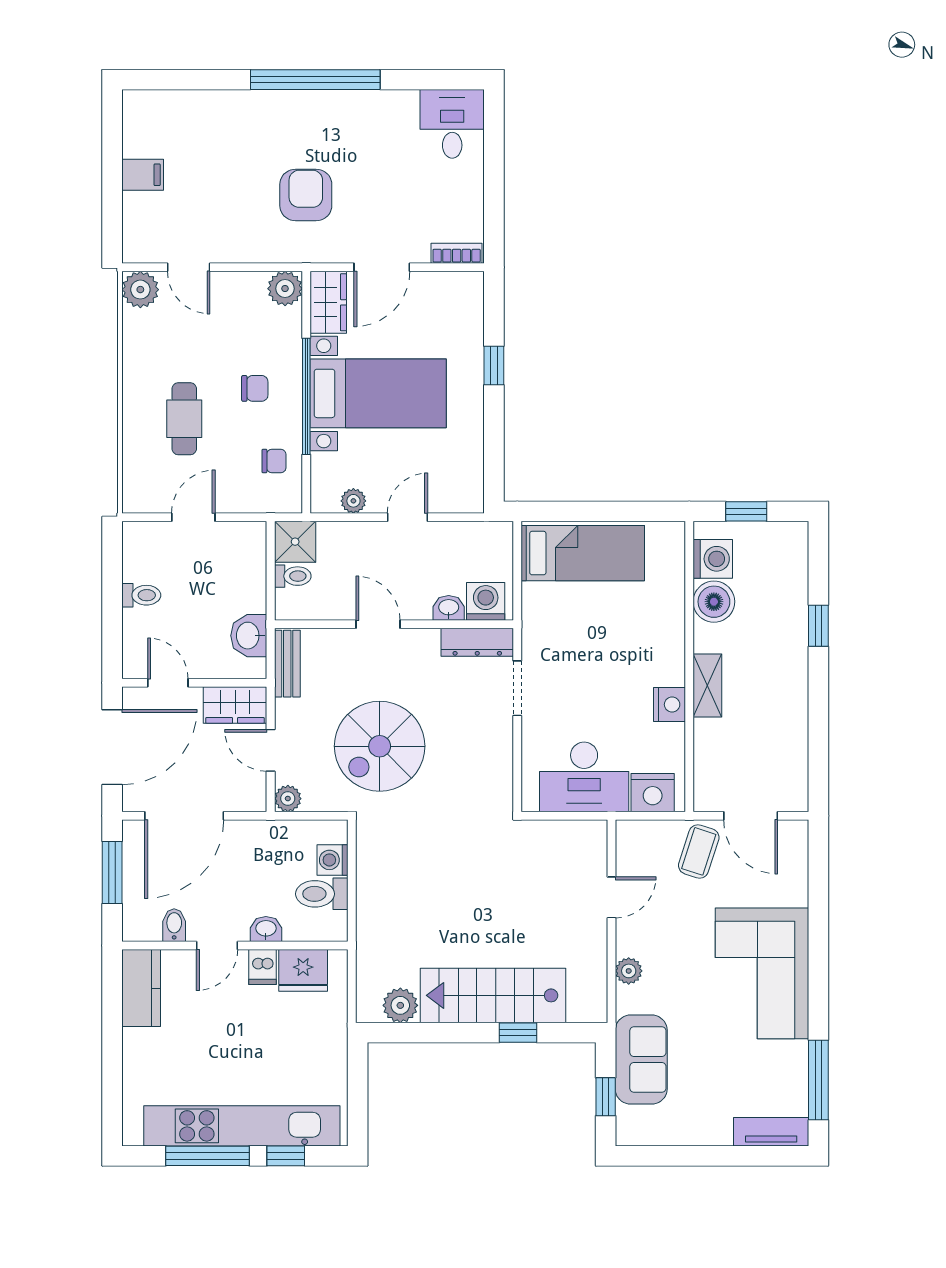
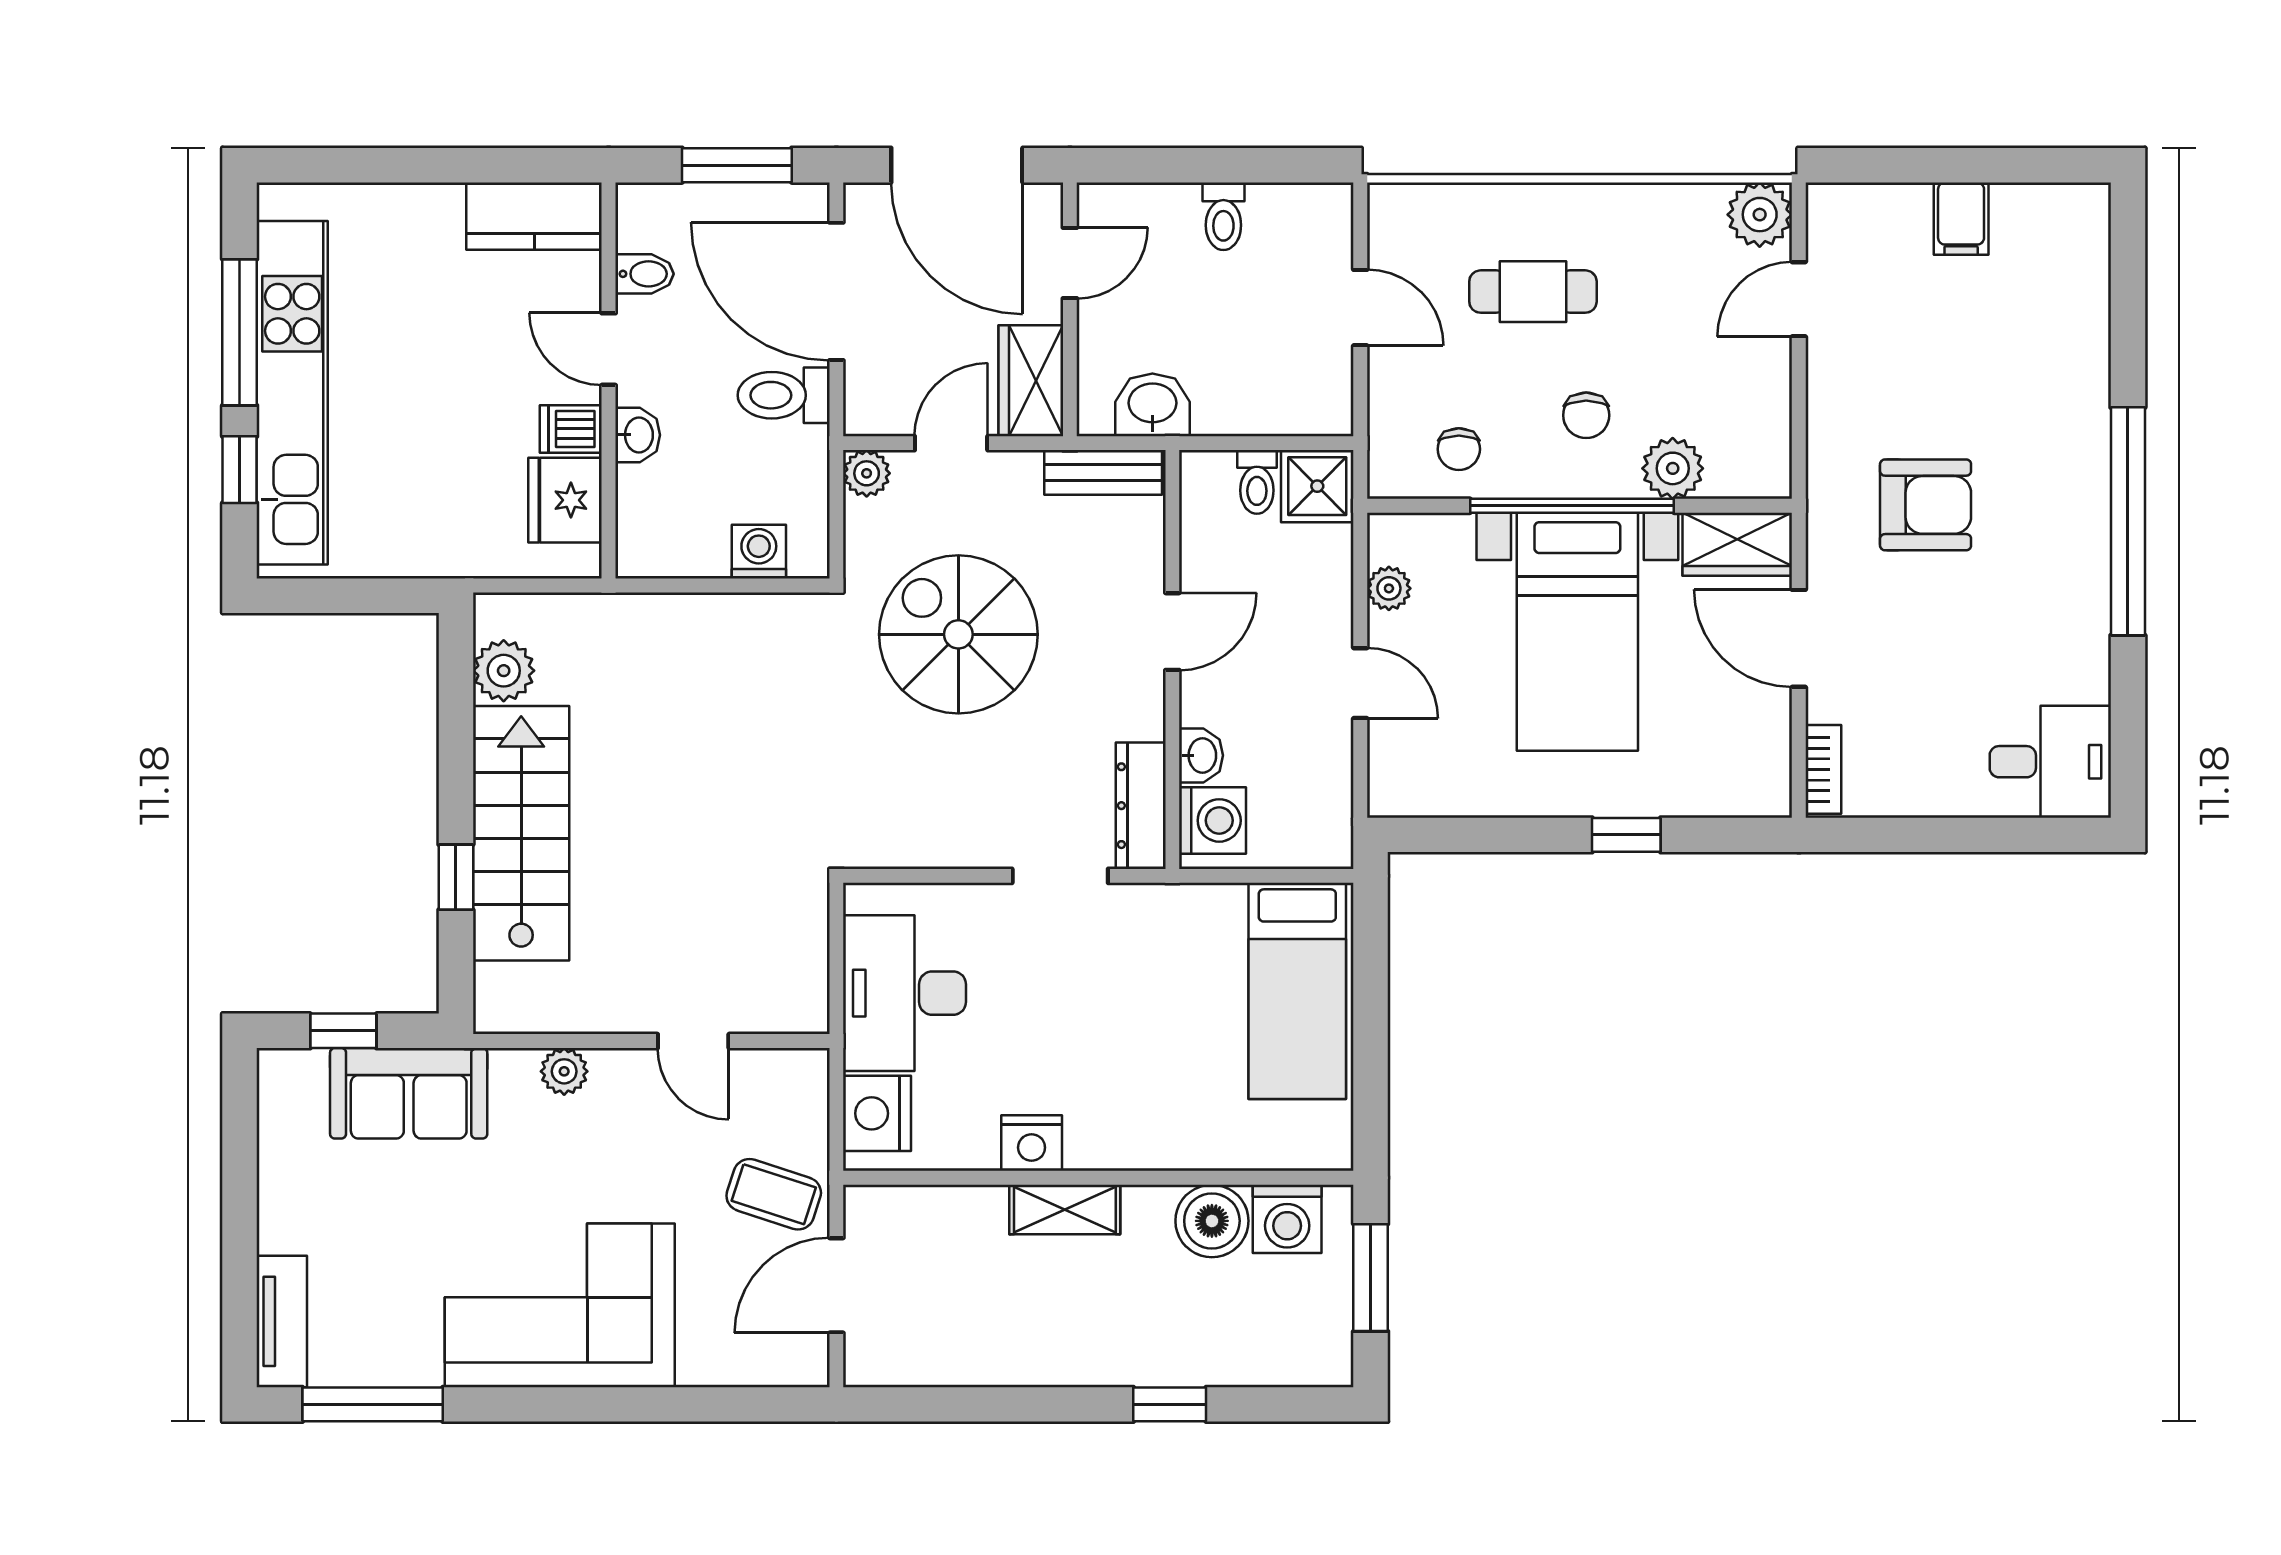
plant: (285, 289) -> (1673, 468), moved
window: (746, 511) -> (1371, 1278), width x1.50
toilet: (322, 894) -> (784, 395), moved, turned -90

